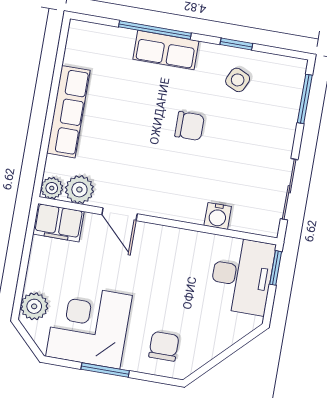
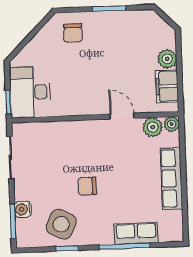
row of seats: (166, 50) -> (136, 233), moved
side table: (238, 80) -> (61, 224), width x1.87, depth x1.87
water cooler: (218, 216) -> (23, 209), moved, turned -90
filing cabinet: (58, 223) -> (167, 86), moved, turned -90
plant: (34, 306) -> (167, 59), moved
corner desk: (89, 326) -> (127, 36), removed

